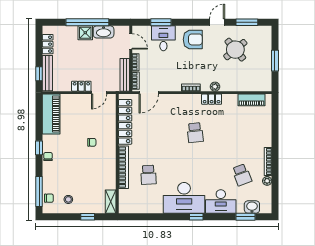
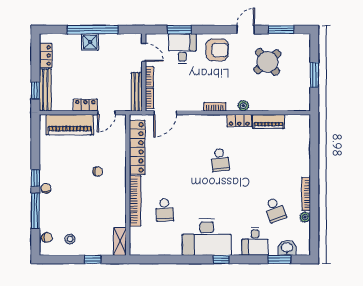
washbasin: (104, 32) -> (112, 41), removed
piano: (252, 100) -> (269, 121), moved
piano: (51, 114) -> (70, 125), moved, turned 90
window: (39, 191) -> (35, 211), moved
desk: (221, 201) -> (255, 241), width x0.73

